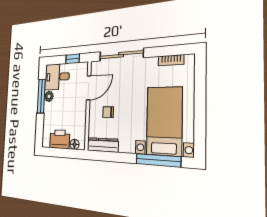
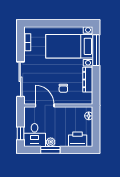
window: (73, 59) -> (20, 133), moved
window: (41, 96) -> (50, 150), width x0.69
printer: (60, 139) -> (78, 139), moved, turned 90
dresser: (103, 145) -> (88, 80), moved

